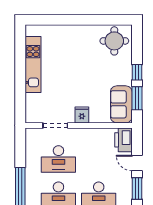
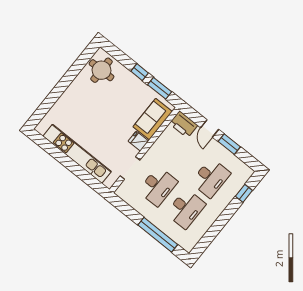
kitchen unit: (33, 64) -> (77, 154), width x1.36
sofa: (121, 104) -> (153, 119), moved, turned 90
door: (137, 163) -> (210, 128), hinge flipped

